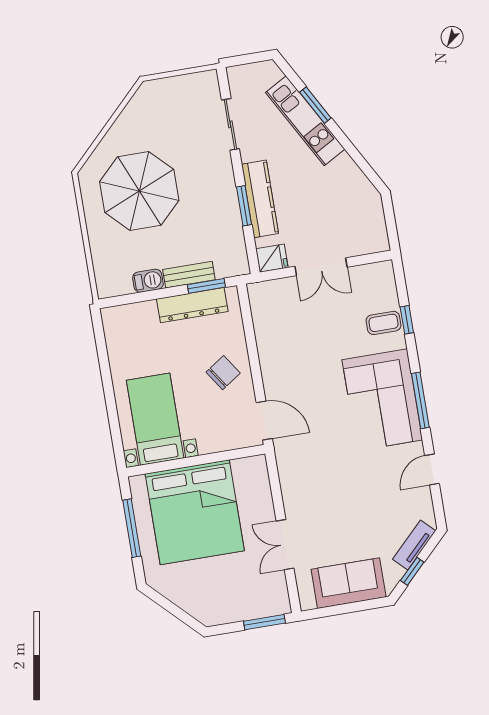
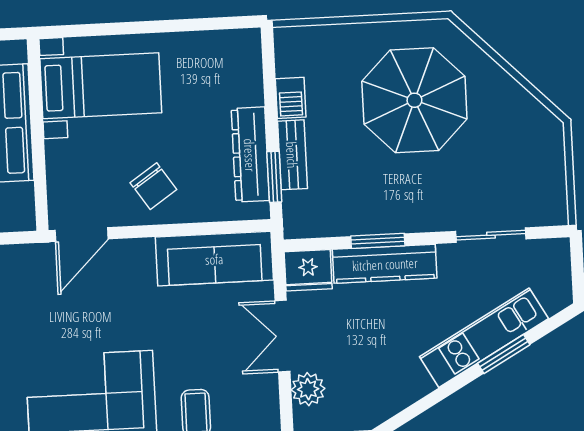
plant: (357, 244) -> (308, 389), added
fridge: (272, 258) -> (308, 270), width x1.38
sofa: (270, 322) -> (214, 259), added

